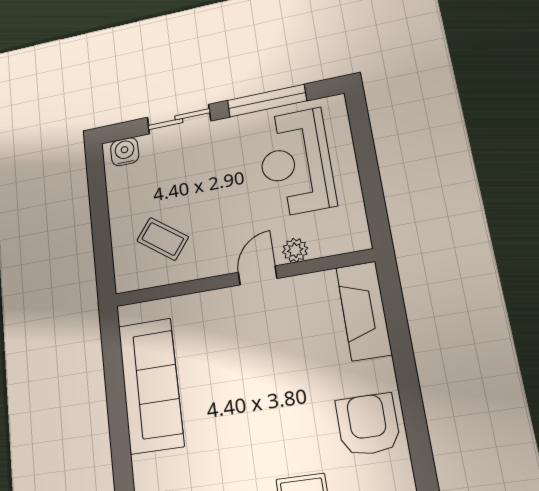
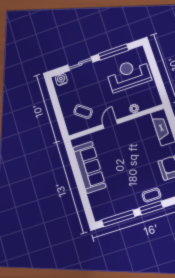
reception desk: (296, 162) -> (129, 75), turned 90
door: (258, 275) -> (110, 124), moved

